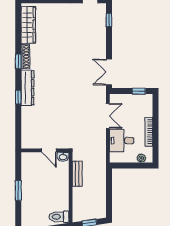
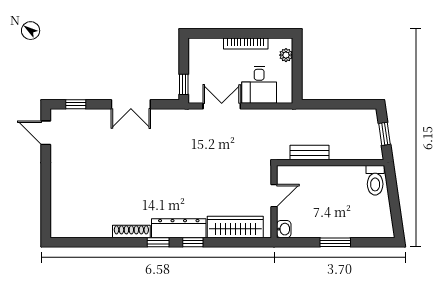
wardrobe: (28, 25) -> (235, 227), moved
window: (18, 61) -> (158, 242), moved
double door: (109, 72) -> (131, 104), moved
window: (139, 91) -> (184, 84), moved
washbasin: (63, 157) -> (284, 229), moved

